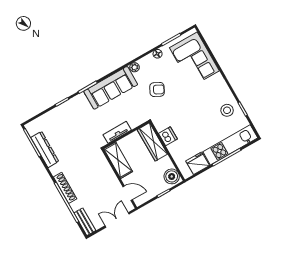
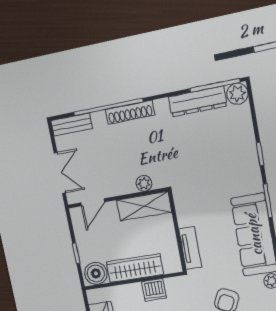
plant: (33, 128) -> (237, 94), added
tv unit: (117, 132) -> (190, 248), moved
wardrobe: (152, 142) -> (135, 268), moved
plant: (104, 165) -> (144, 183), added

